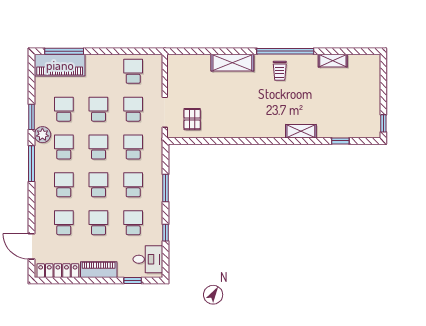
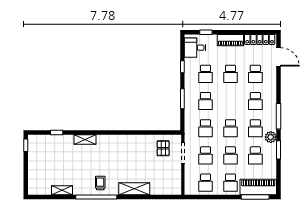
school desk: (98, 185) -> (230, 183), moved

